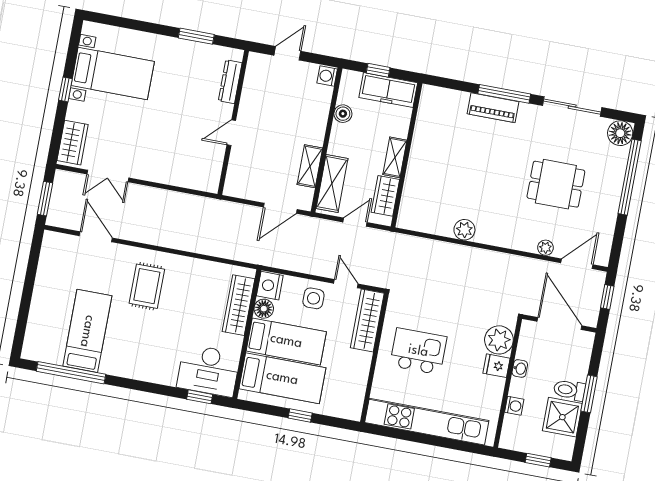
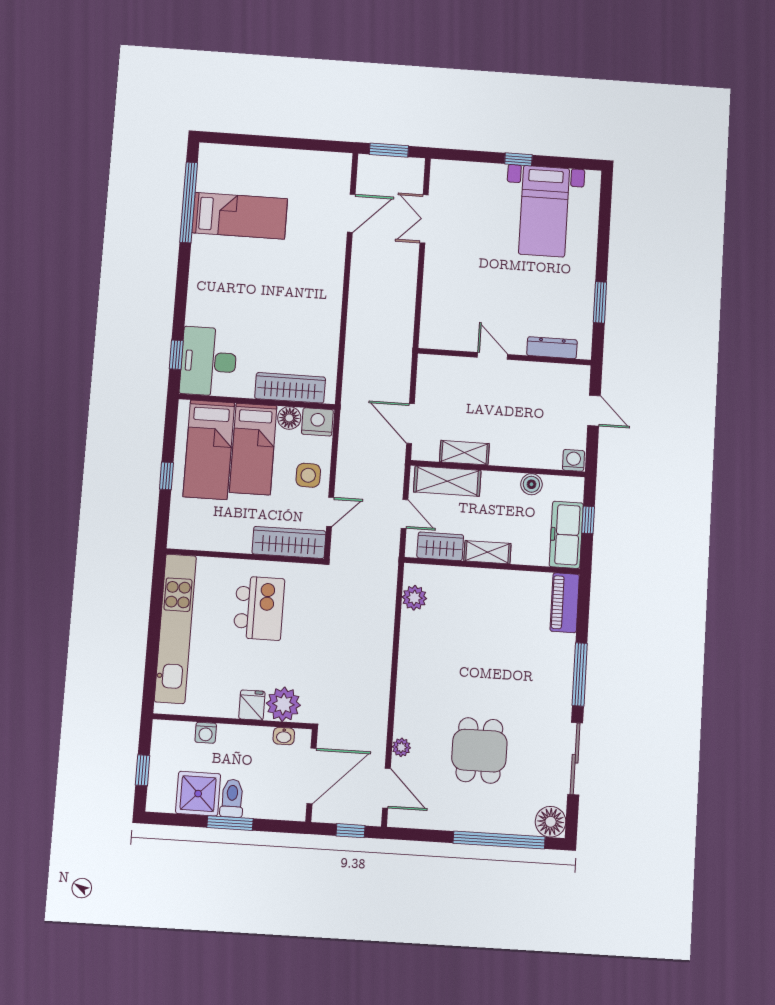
piano: (493, 108) -> (565, 603), moved
wardrobe: (73, 143) -> (458, 174), removed
plant: (464, 230) -> (414, 598), moved
rug: (147, 286) -> (300, 278), removed
washbasin: (520, 368) -> (284, 736), moved

